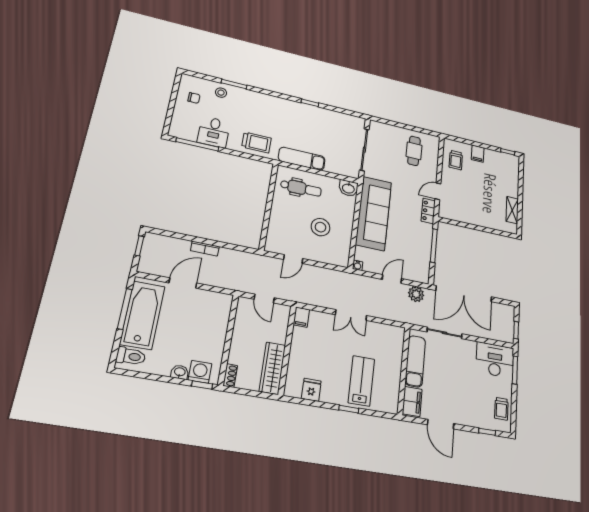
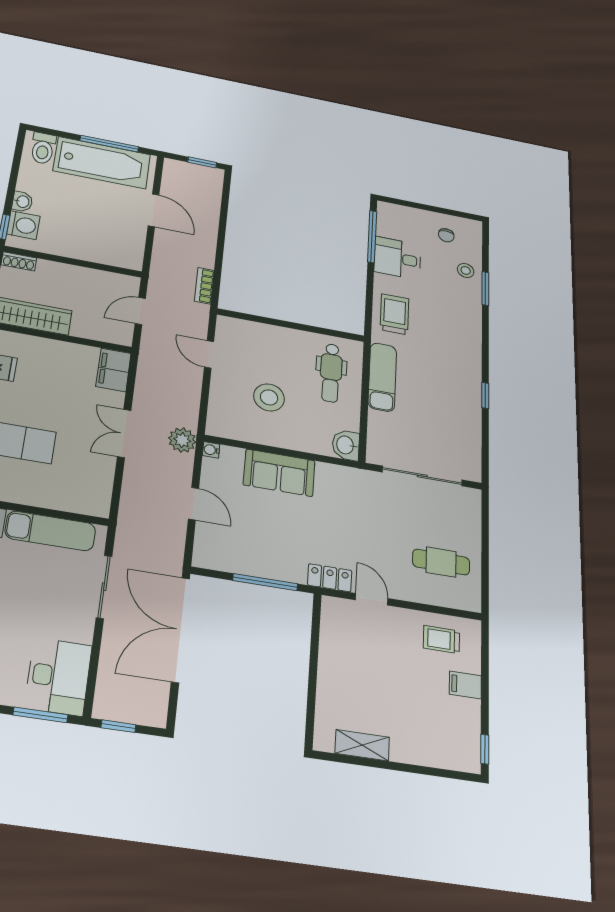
trolley: (257, 143) -> (395, 314), turned 180
sofa: (374, 213) -> (279, 473), width x0.54, depth x0.79
bookcase: (205, 249) -> (204, 286), moved
plant: (416, 294) -> (182, 440), moved
filing cabinet: (301, 317) -> (113, 370), width x2.00

